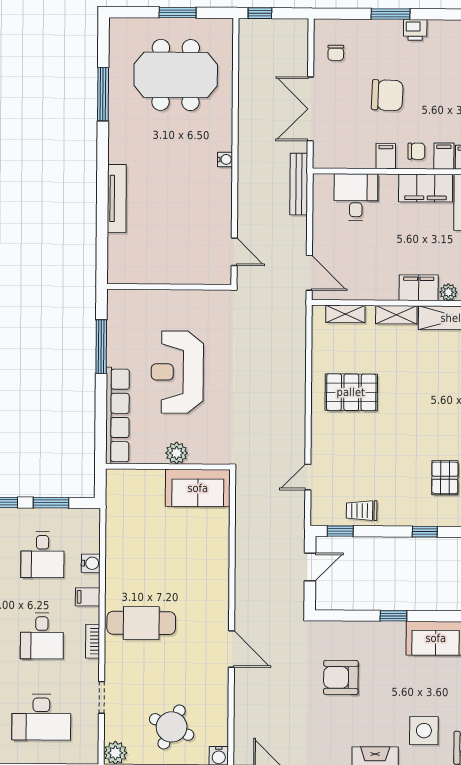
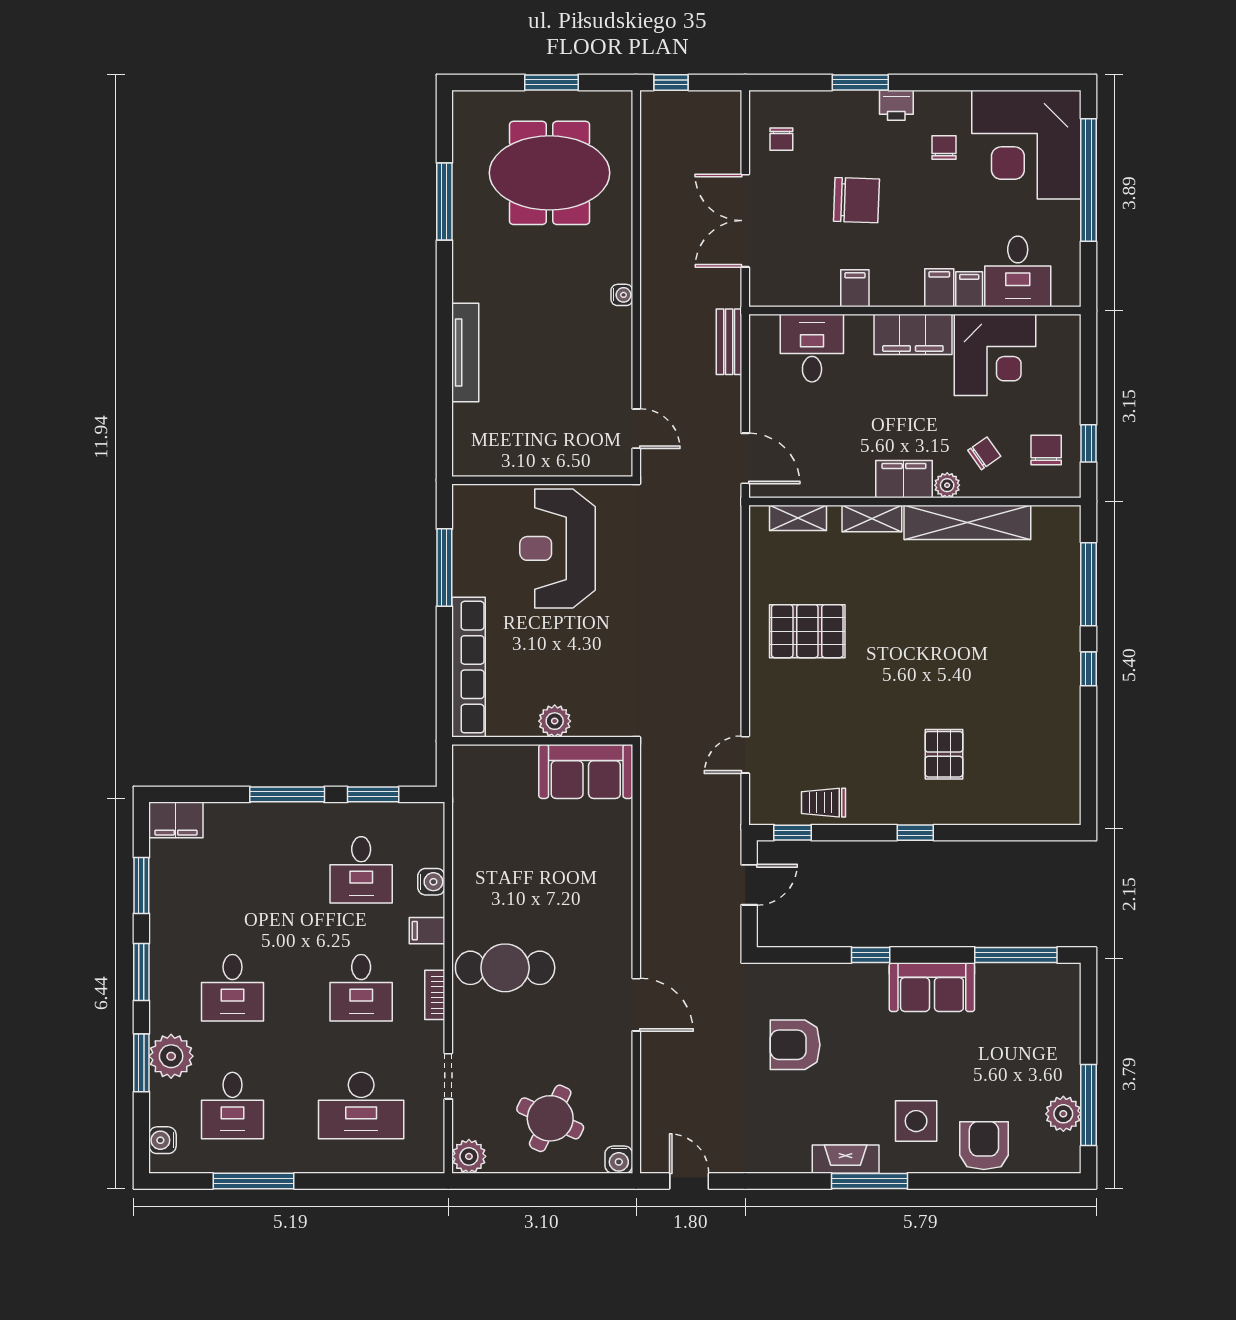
chair: (416, 151) -> (944, 148), moved, turned -90
bench: (299, 184) -> (729, 342), width x0.73
reception desk: (177, 372) -> (557, 548), moved

